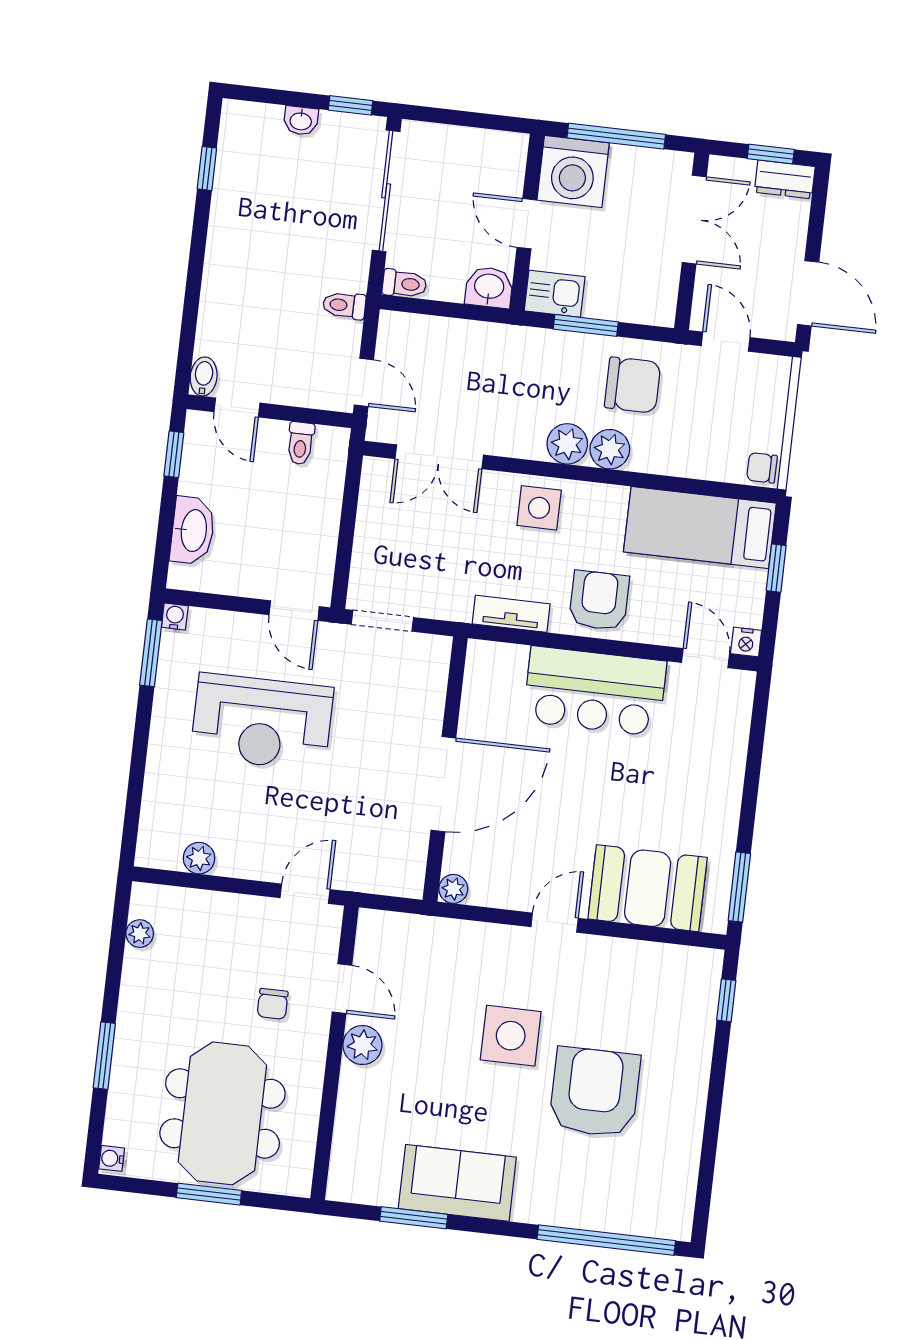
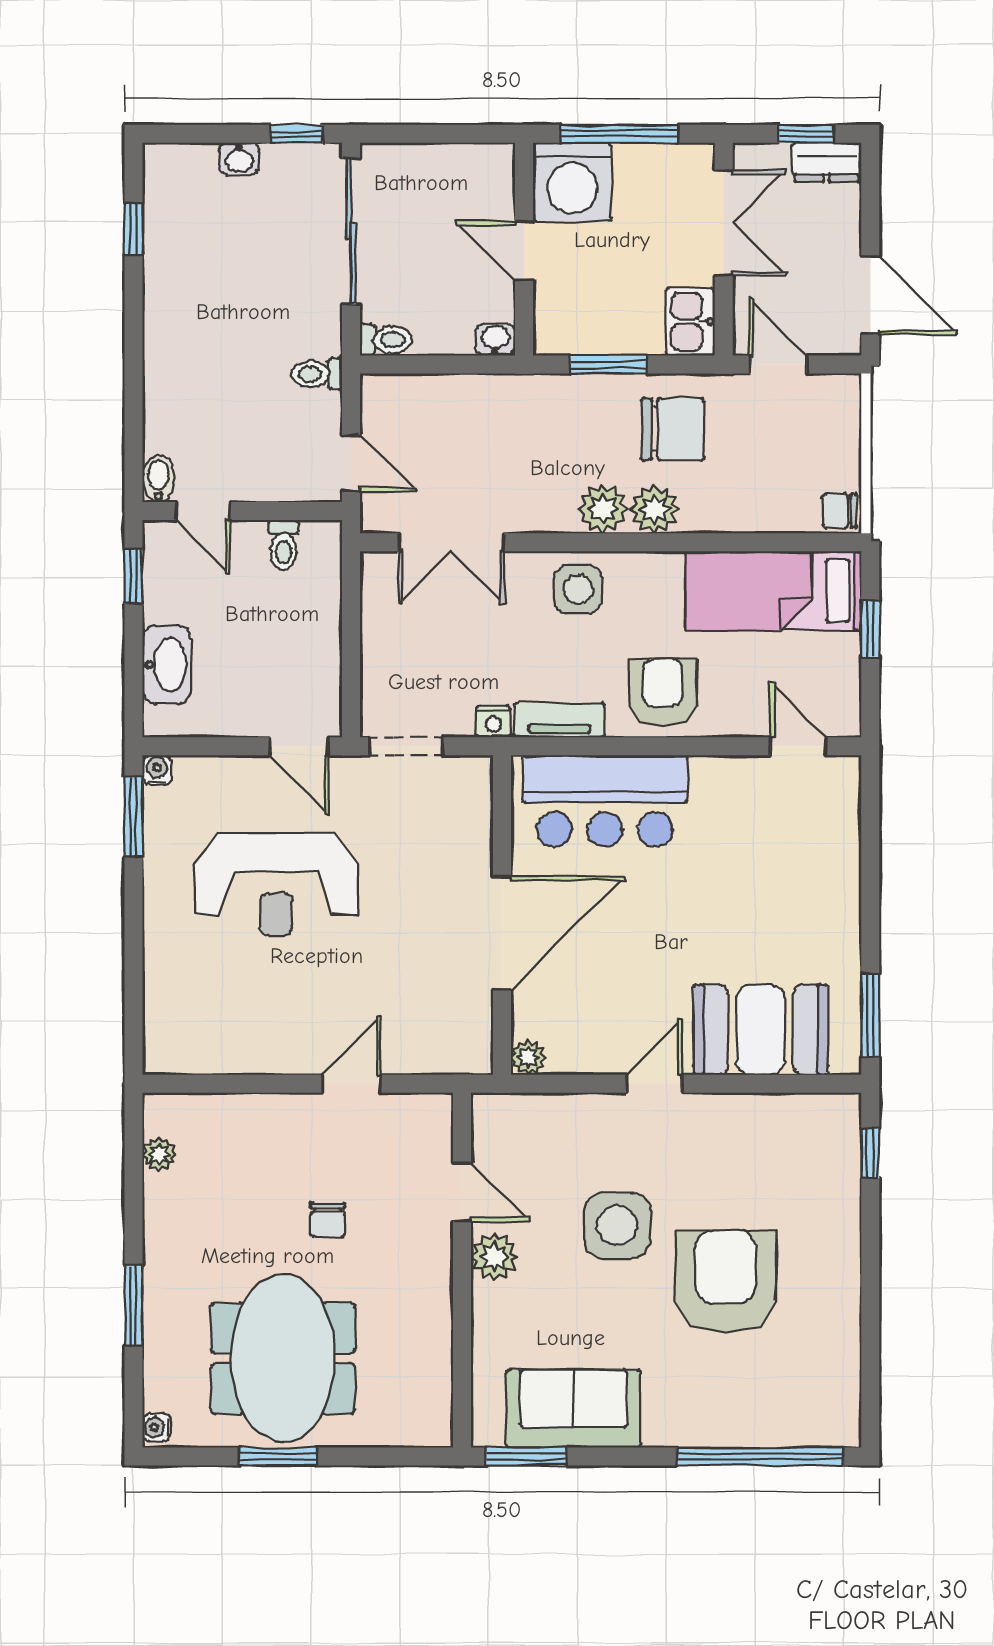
washbasin: (489, 287) -> (495, 340), width x0.72, depth x0.69
kitchen sink: (555, 294) -> (690, 322), moved, turned -90
nightstand: (746, 642) -> (493, 721), moved
bar counter: (595, 691) -> (605, 801), moved
plant: (199, 858) -> (220, 1056), removed
door: (342, 989) -> (462, 1192), moved
plant: (362, 1045) -> (494, 1257), moved
wall: (334, 1053) -> (462, 1270), moved

